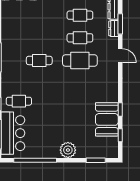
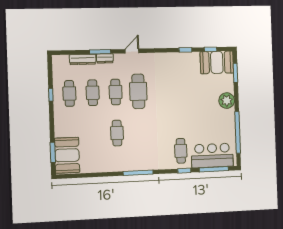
cafe table: (39, 60) -> (117, 133), moved
booth: (107, 119) -> (217, 62), moved

